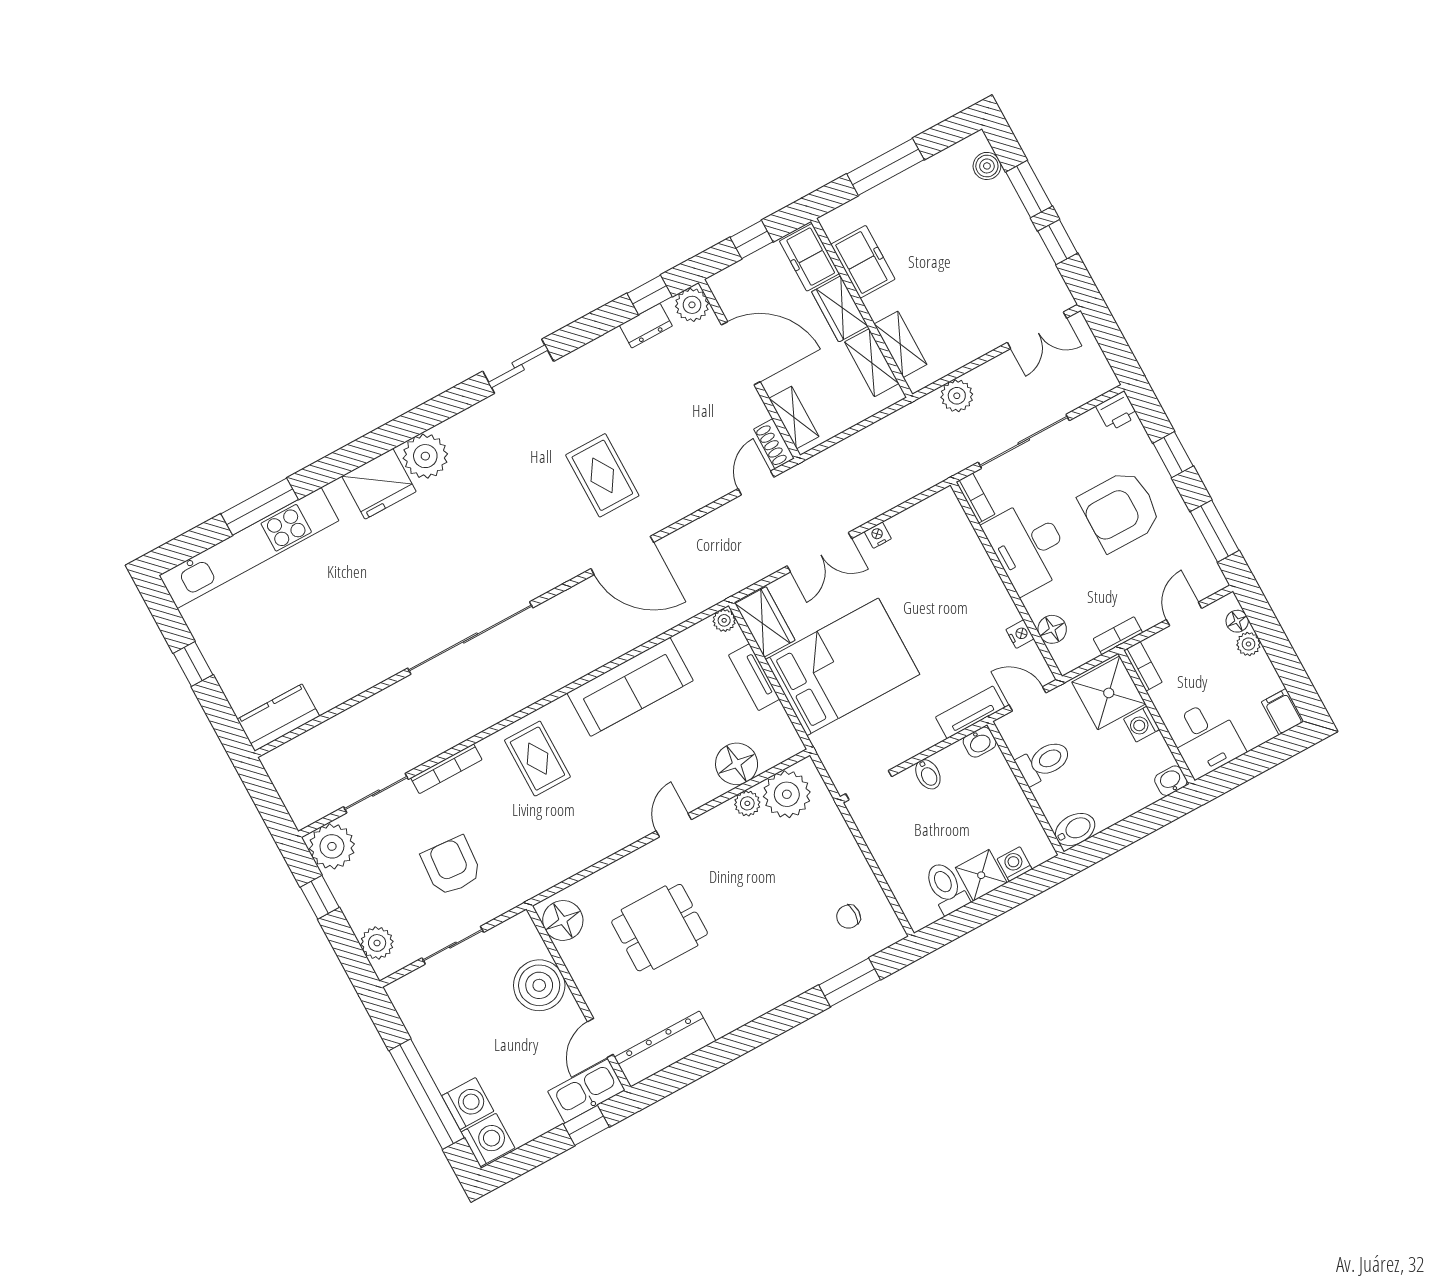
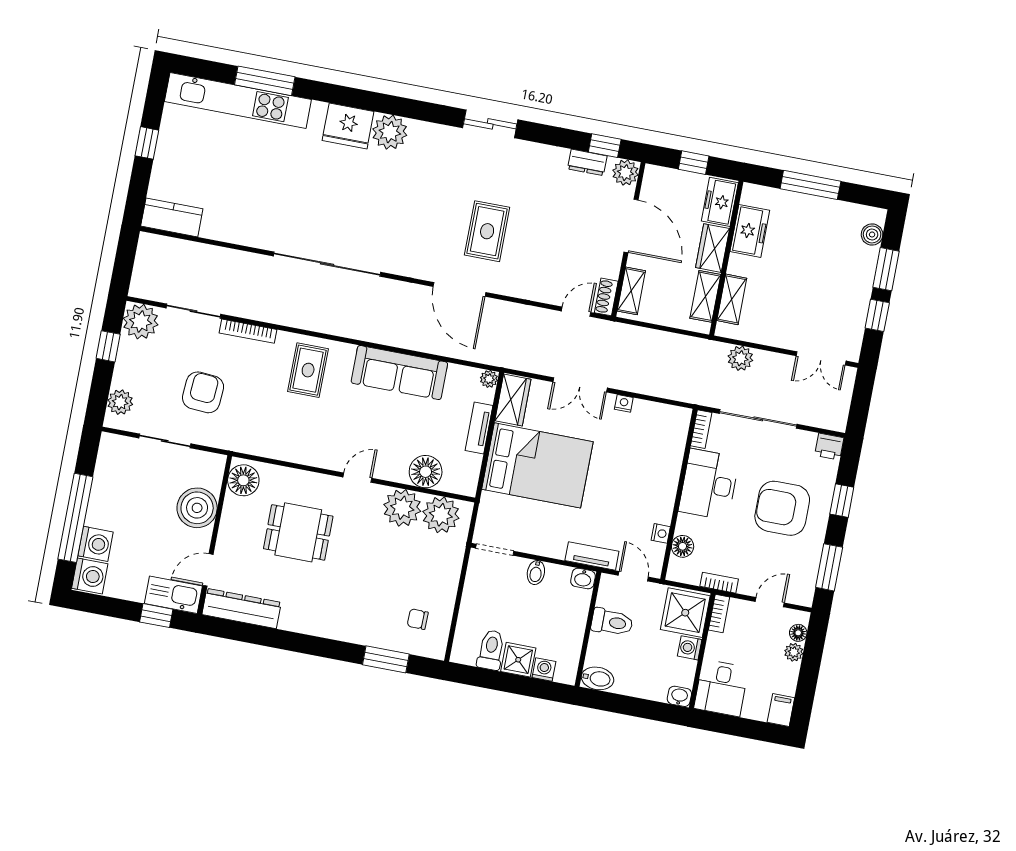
plant: (747, 803) -> (402, 508), width x1.88, depth x1.88

